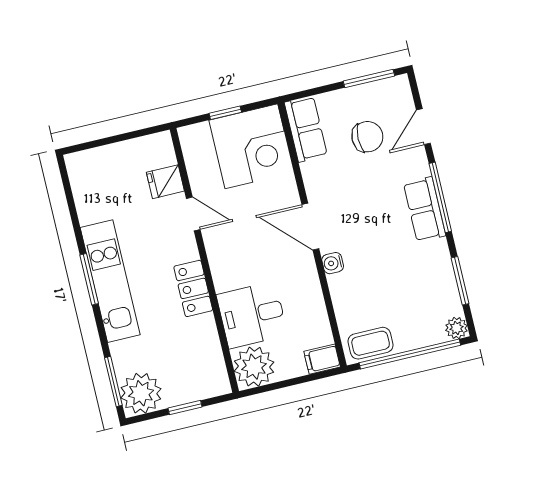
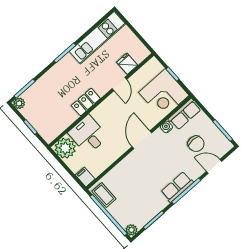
water cooler: (333, 263) -> (166, 127), moved
kitchen unit: (110, 281) -> (97, 38), moved
plant: (141, 393) -> (19, 103), width x0.53, depth x0.53

